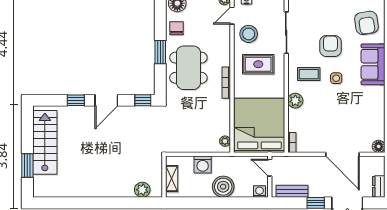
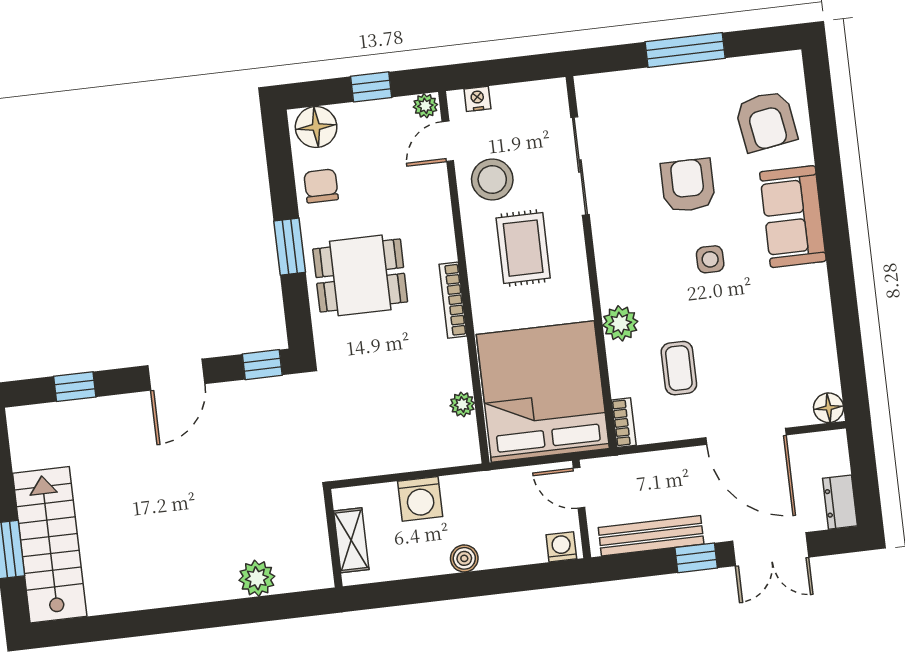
rug: (258, 64) -> (523, 248), turned 90
dining table: (188, 68) -> (360, 275), width x0.73
coffee table: (309, 74) -> (679, 368), moved, turned 90
window: (76, 100) -> (75, 387), moved
plant: (225, 141) -> (462, 404), moved
stairs: (45, 142) -> (50, 545), moved
boiler: (223, 187) -> (464, 558), width x0.54, depth x0.54
plant: (142, 190) -> (257, 578), moved
bench: (292, 191) -> (651, 536), width x1.36

